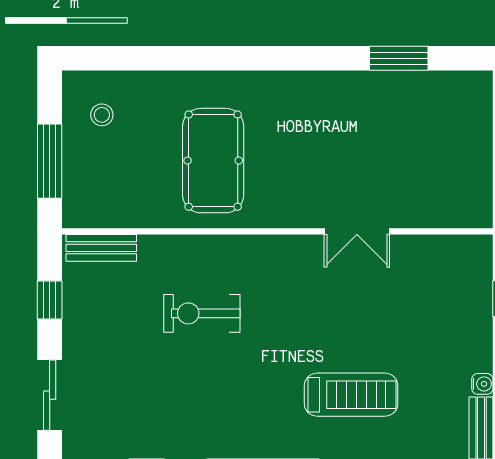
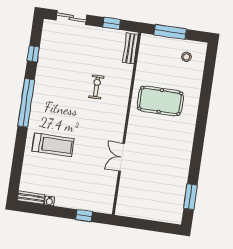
window: (399, 58) -> (190, 197), moved
exercise bike: (202, 313) -> (97, 87), width x0.73, depth x0.72
treadmill: (351, 395) -> (53, 145), turned -90

